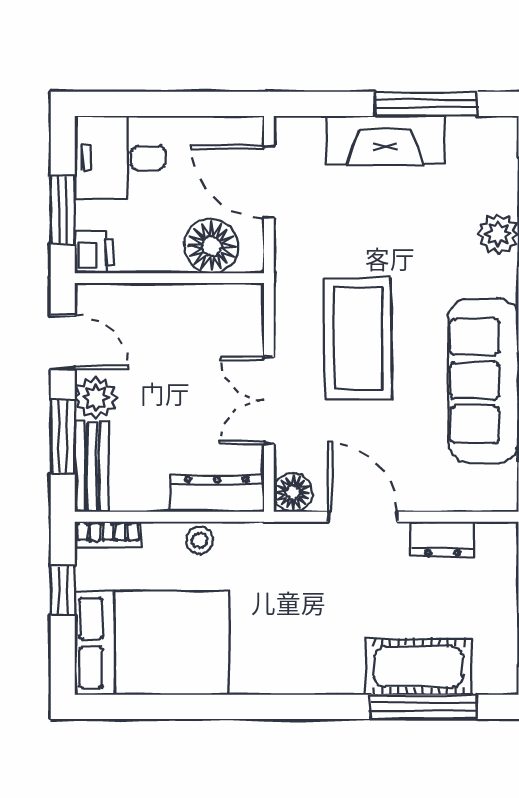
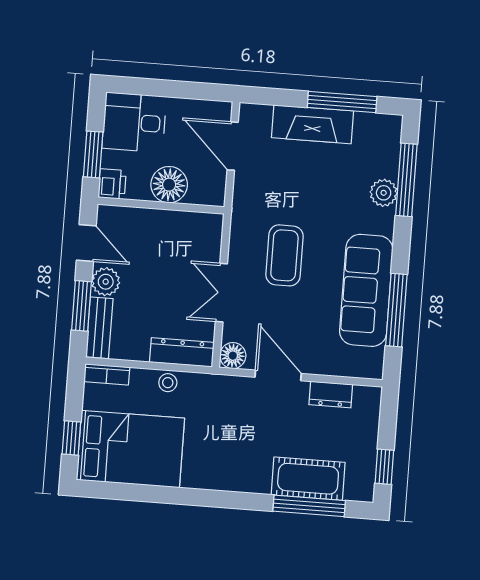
floor lamp: (212, 246) -> (169, 185), moved
coffee table: (358, 338) -> (284, 255), width x0.73, depth x0.76
window: (63, 590) -> (71, 438), moved

